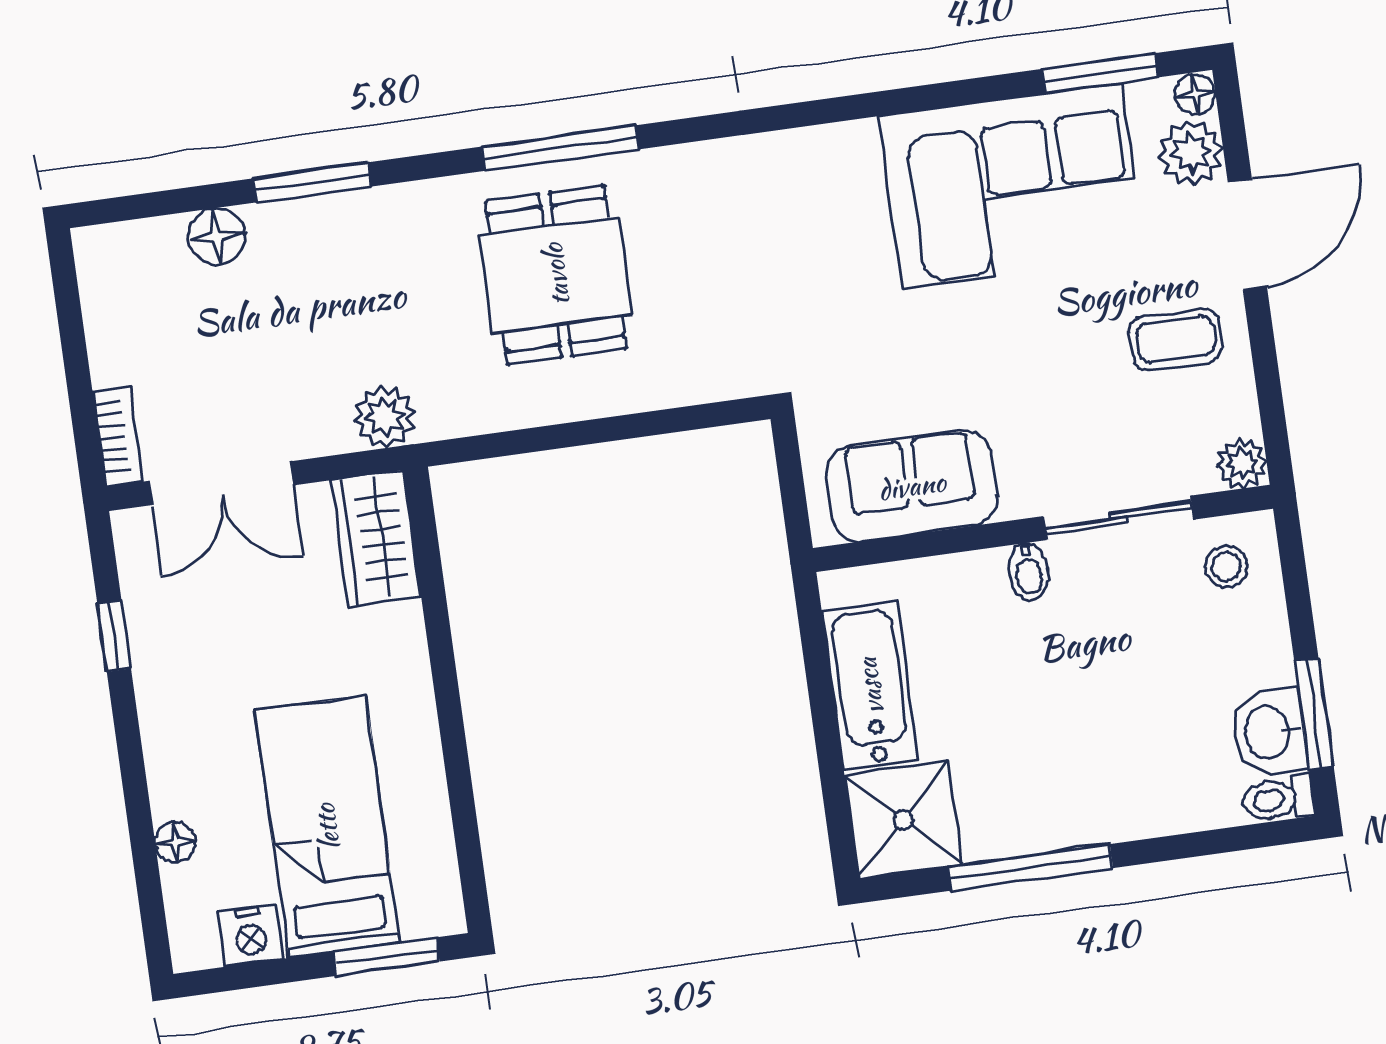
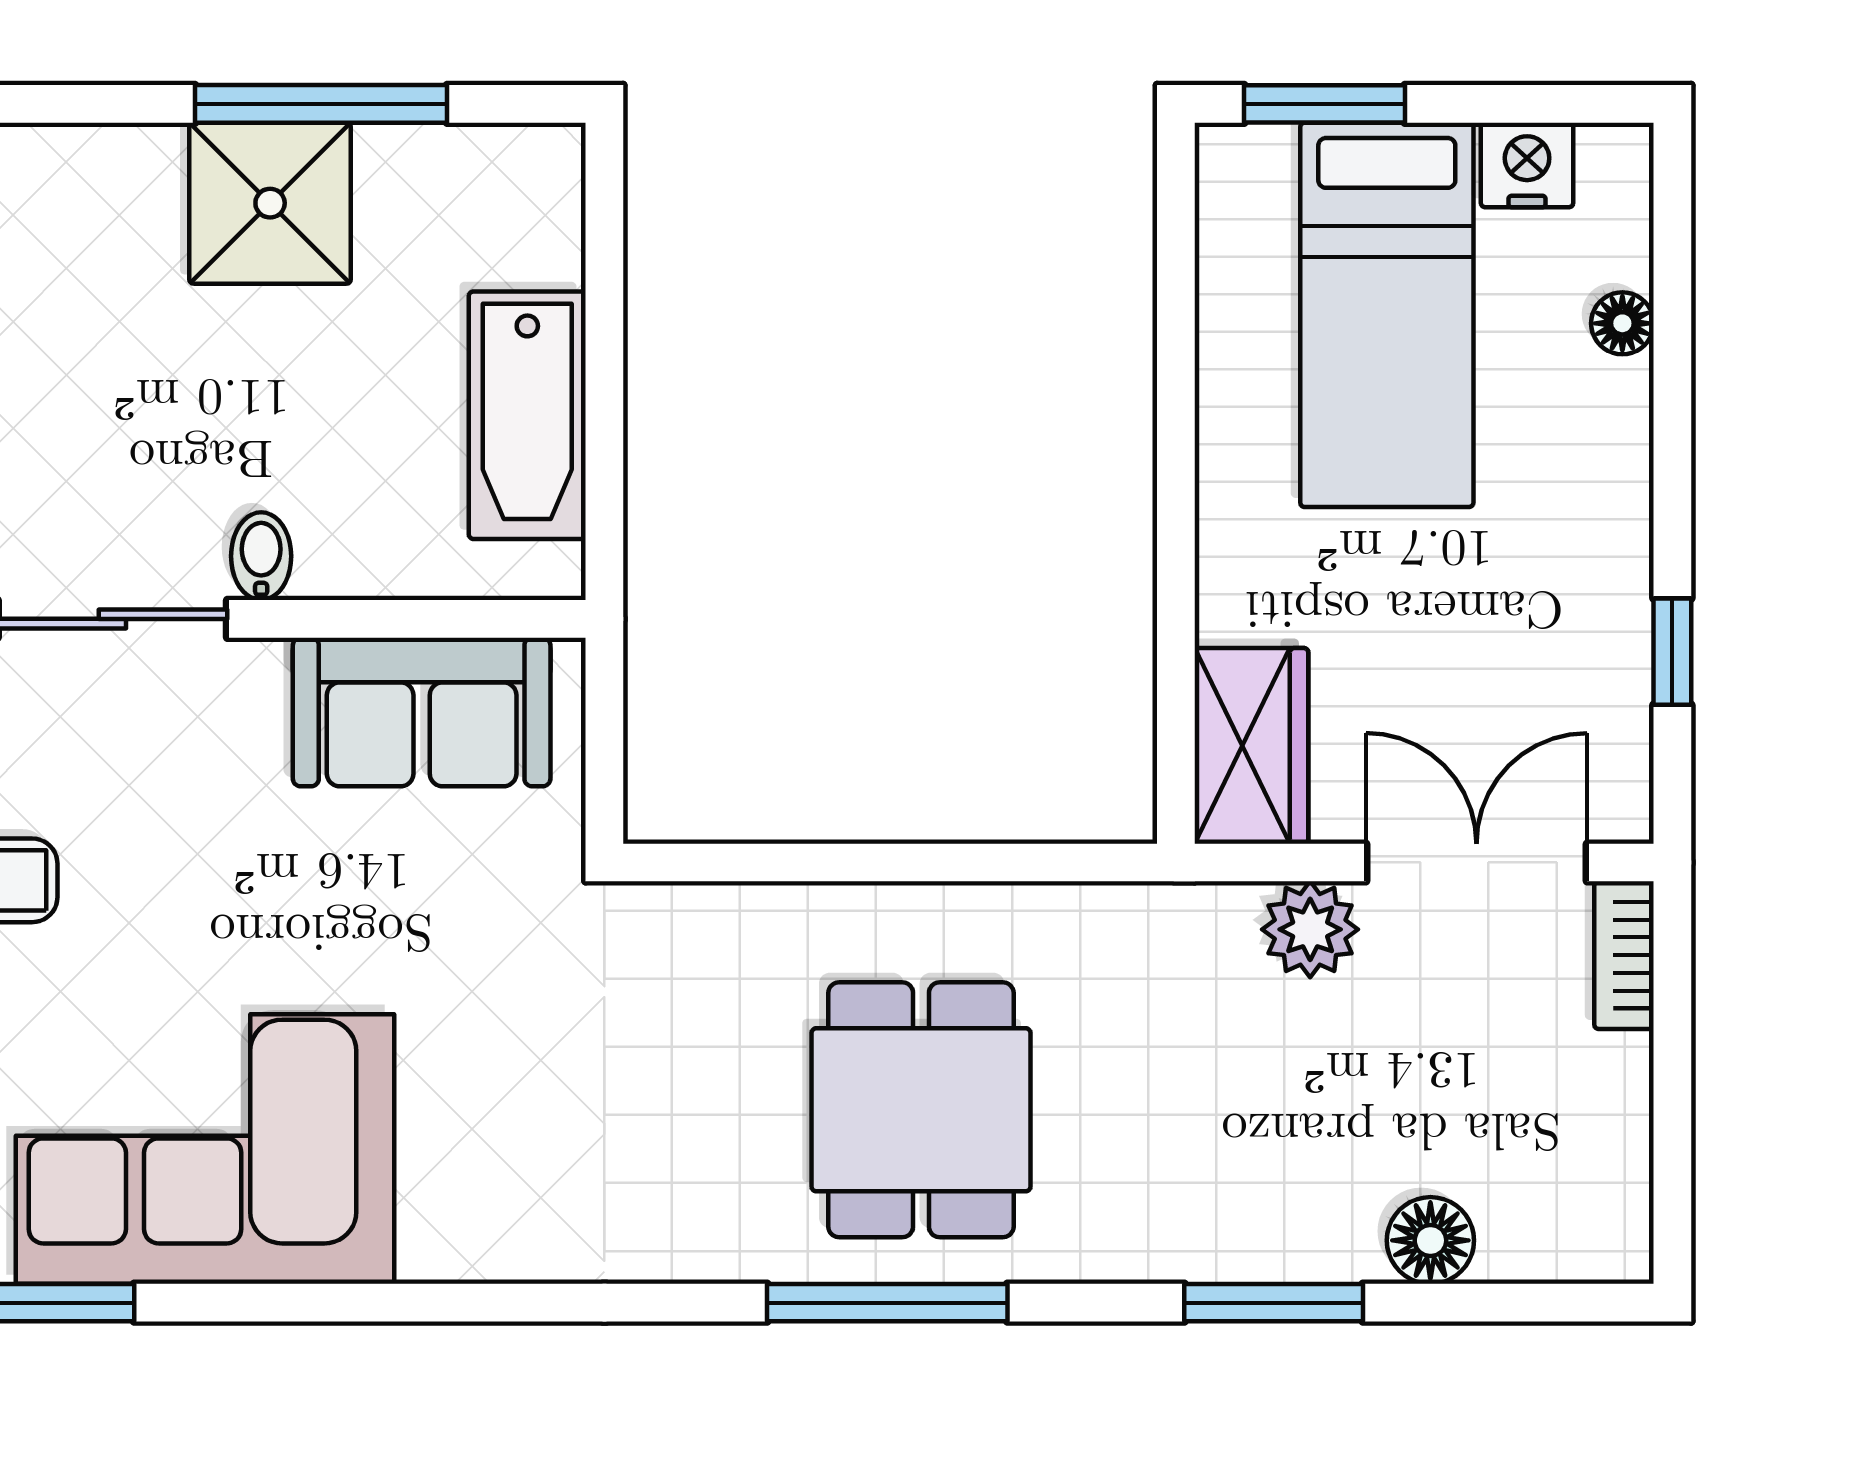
plant: (385, 417) -> (1310, 929), moved
shower: (903, 820) -> (270, 203), moved

